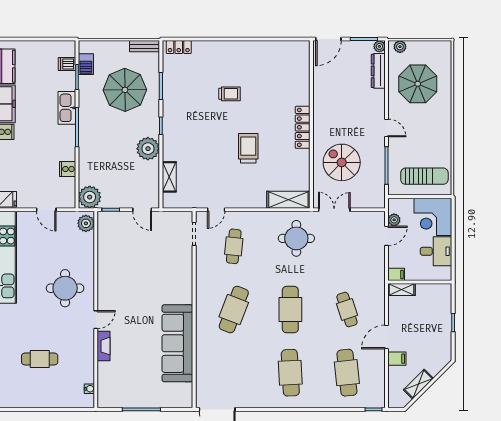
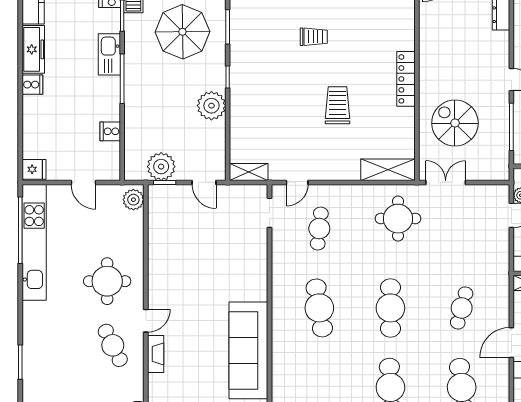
shelving: (169, 177) -> (249, 172), moved, turned 90
plant: (90, 197) -> (161, 167), moved
cafe table: (234, 310) -> (319, 308), turned -30
cafe table: (347, 310) -> (462, 308), turned 33
cafe table: (40, 359) -> (113, 345), moved, turned 64

